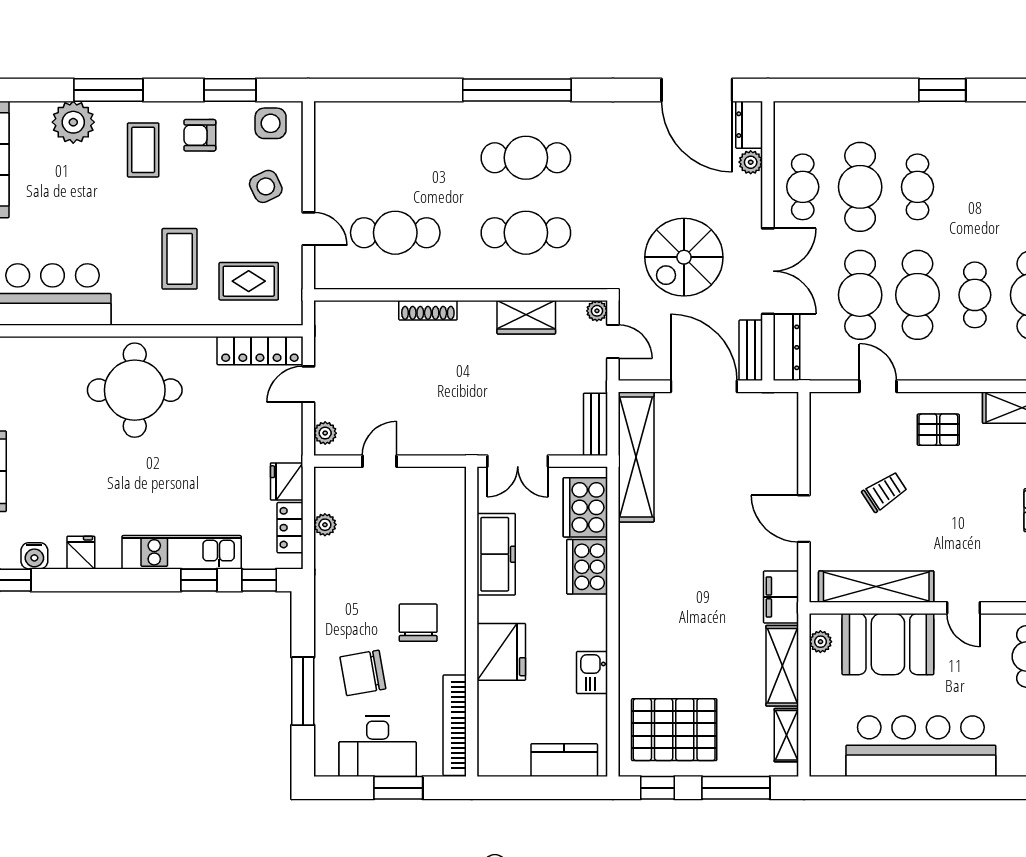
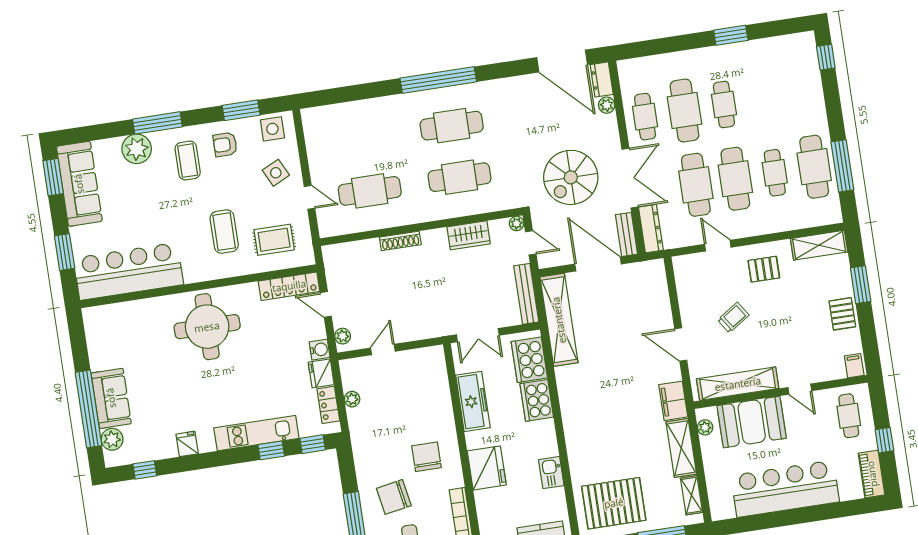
door: (308, 384) -> (326, 304), hinge flipped
bench: (595, 424) -> (526, 294), width x1.36
water cooler: (34, 556) -> (320, 350), moved, turned -90

